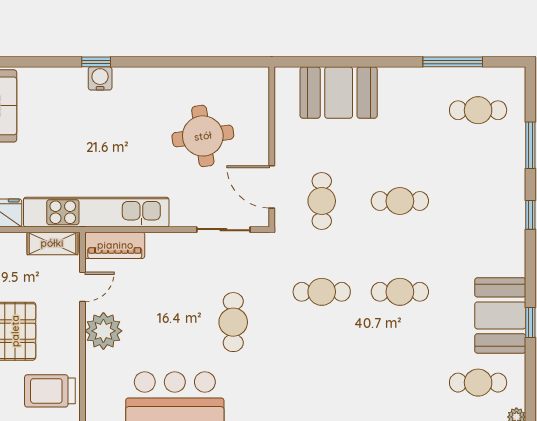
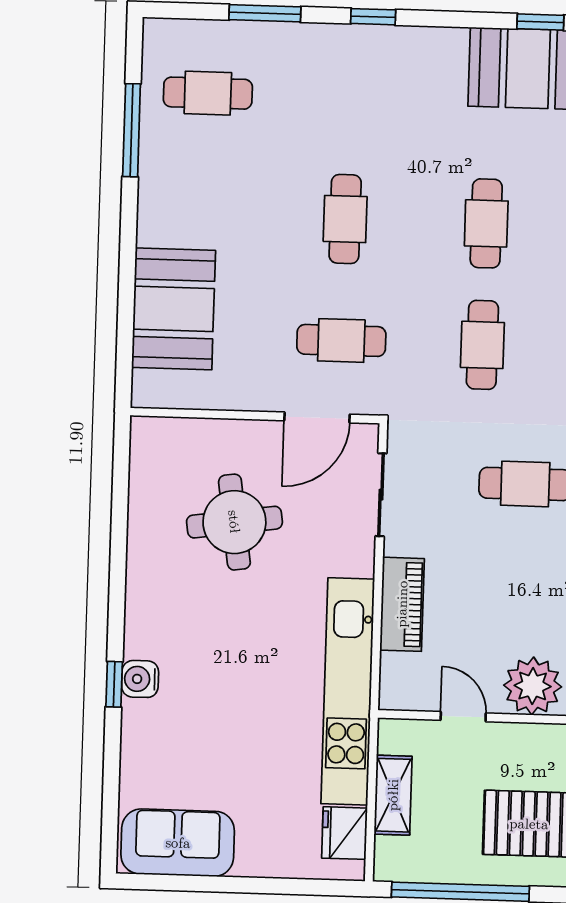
cafe table: (478, 110) -> (208, 93), turned 90
shelving: (52, 243) -> (393, 795), moved
piano: (115, 245) -> (402, 604), moved

